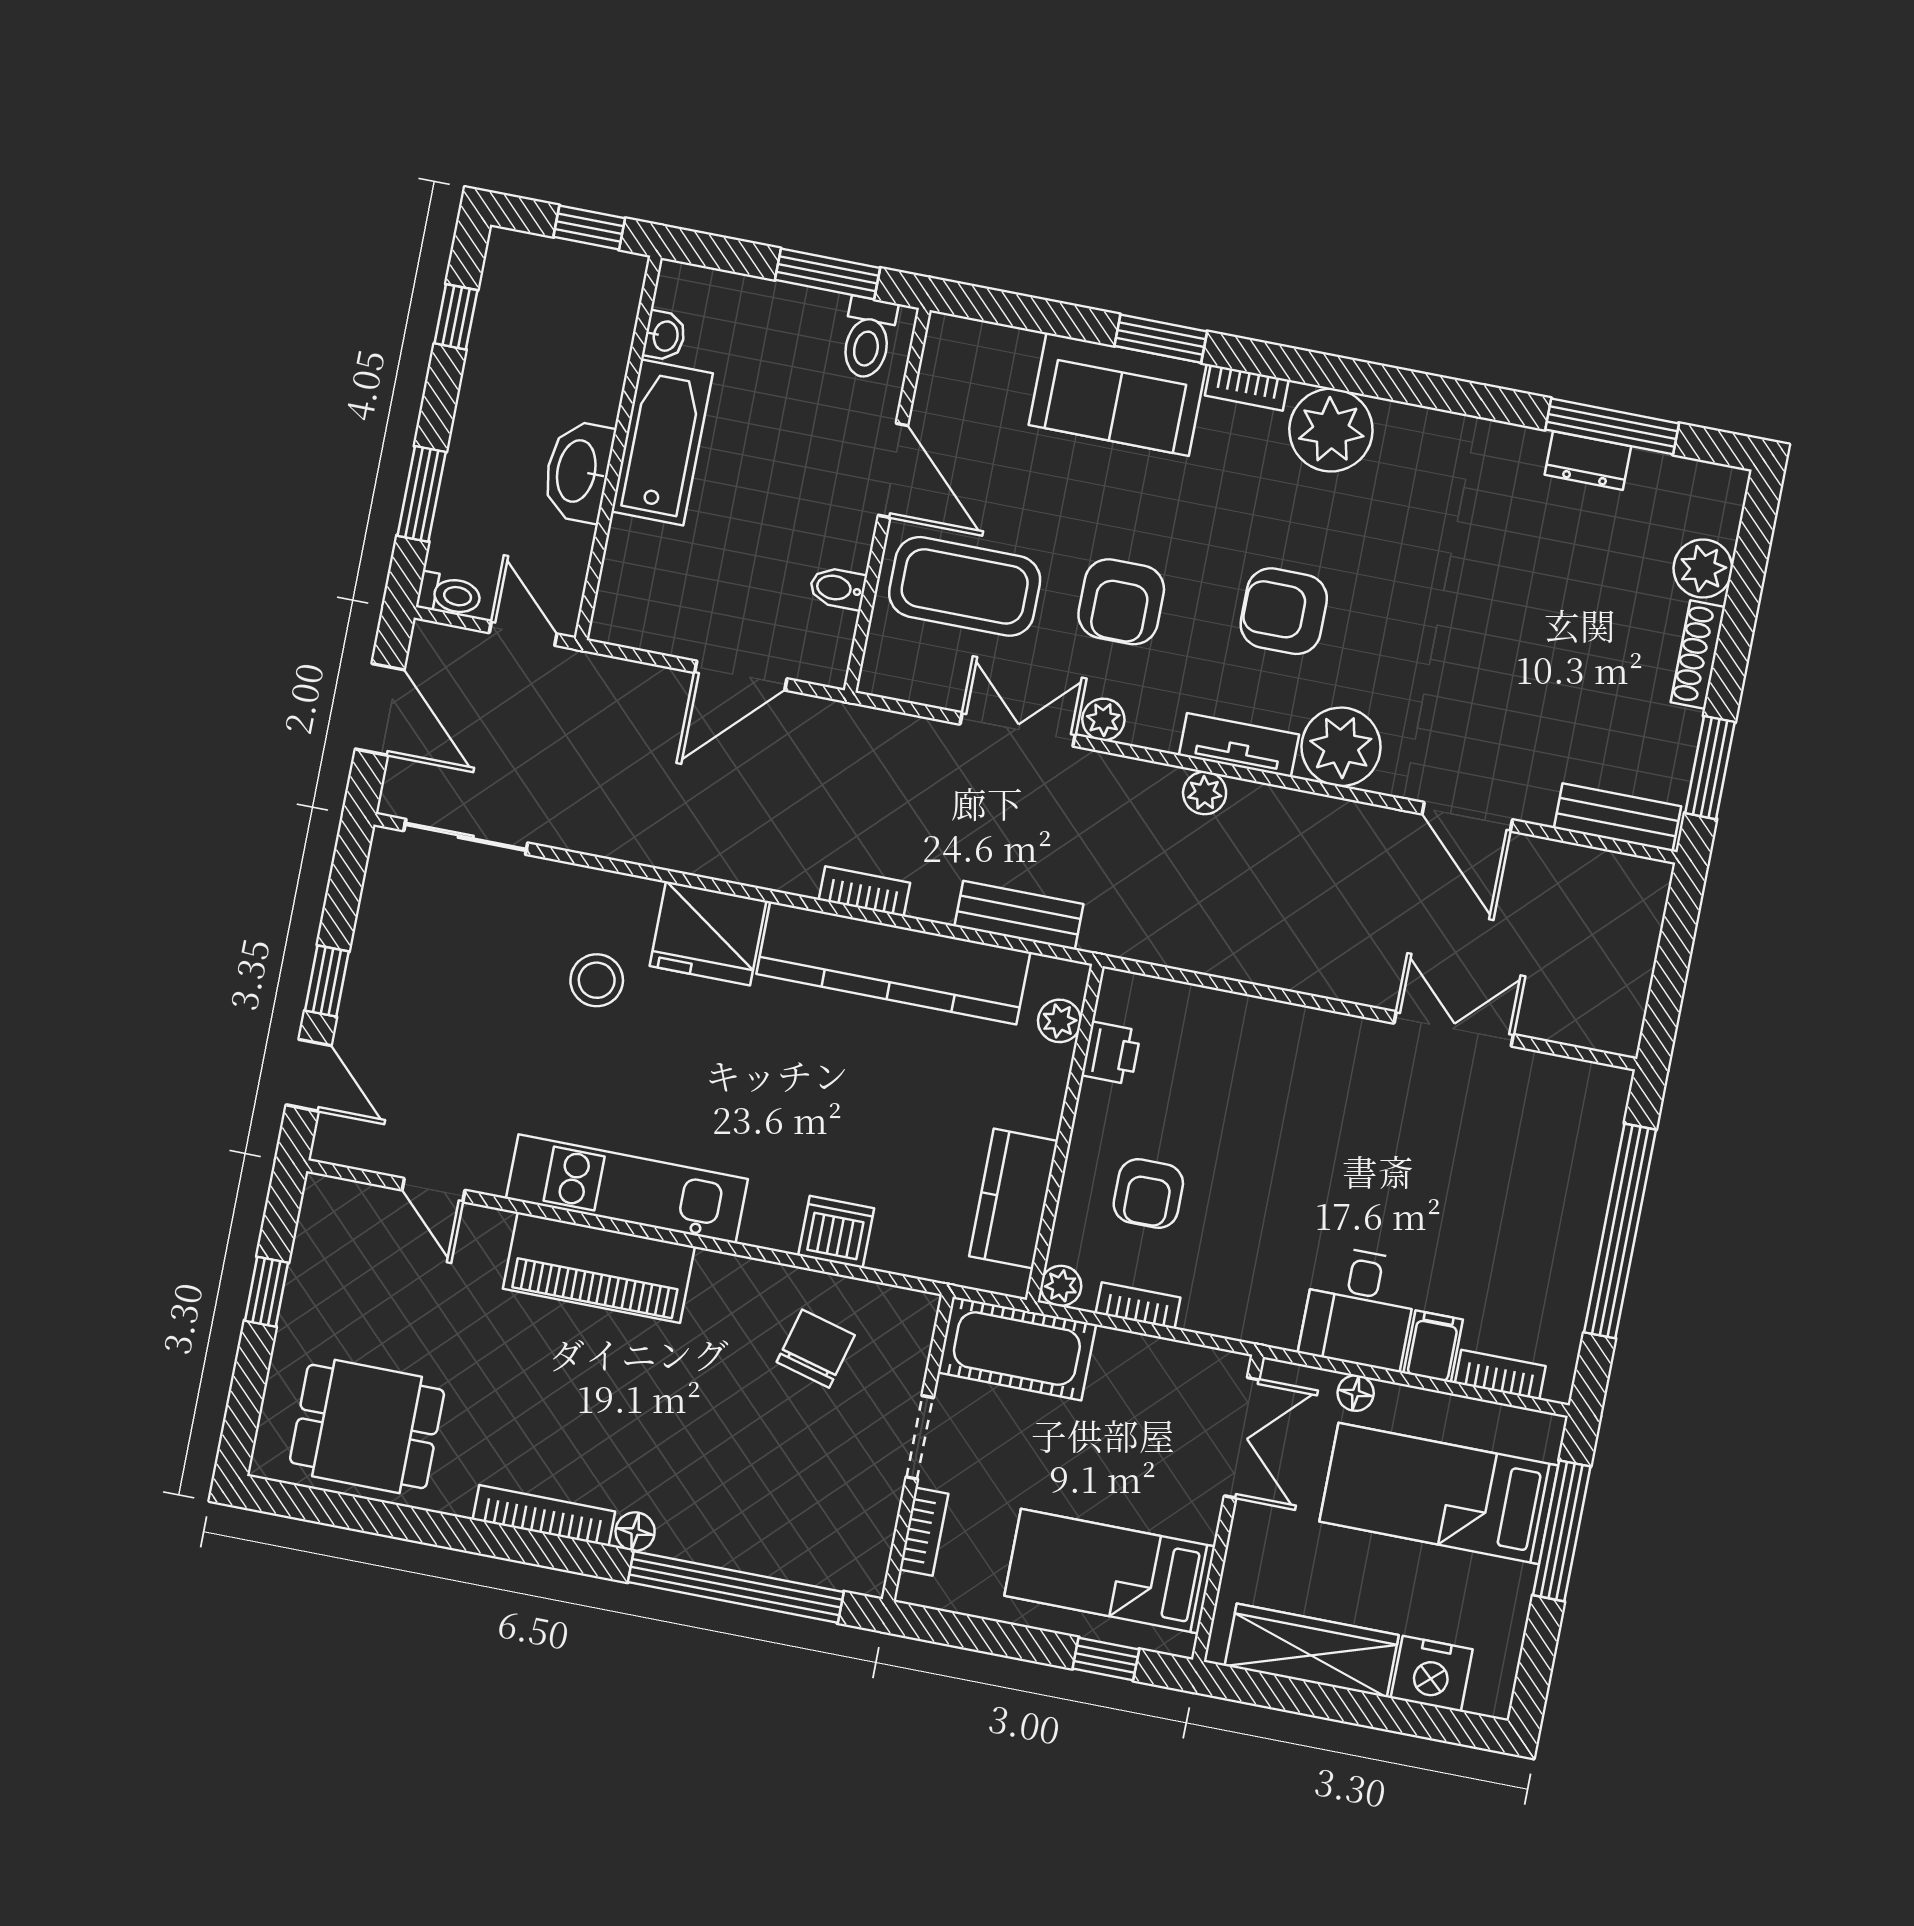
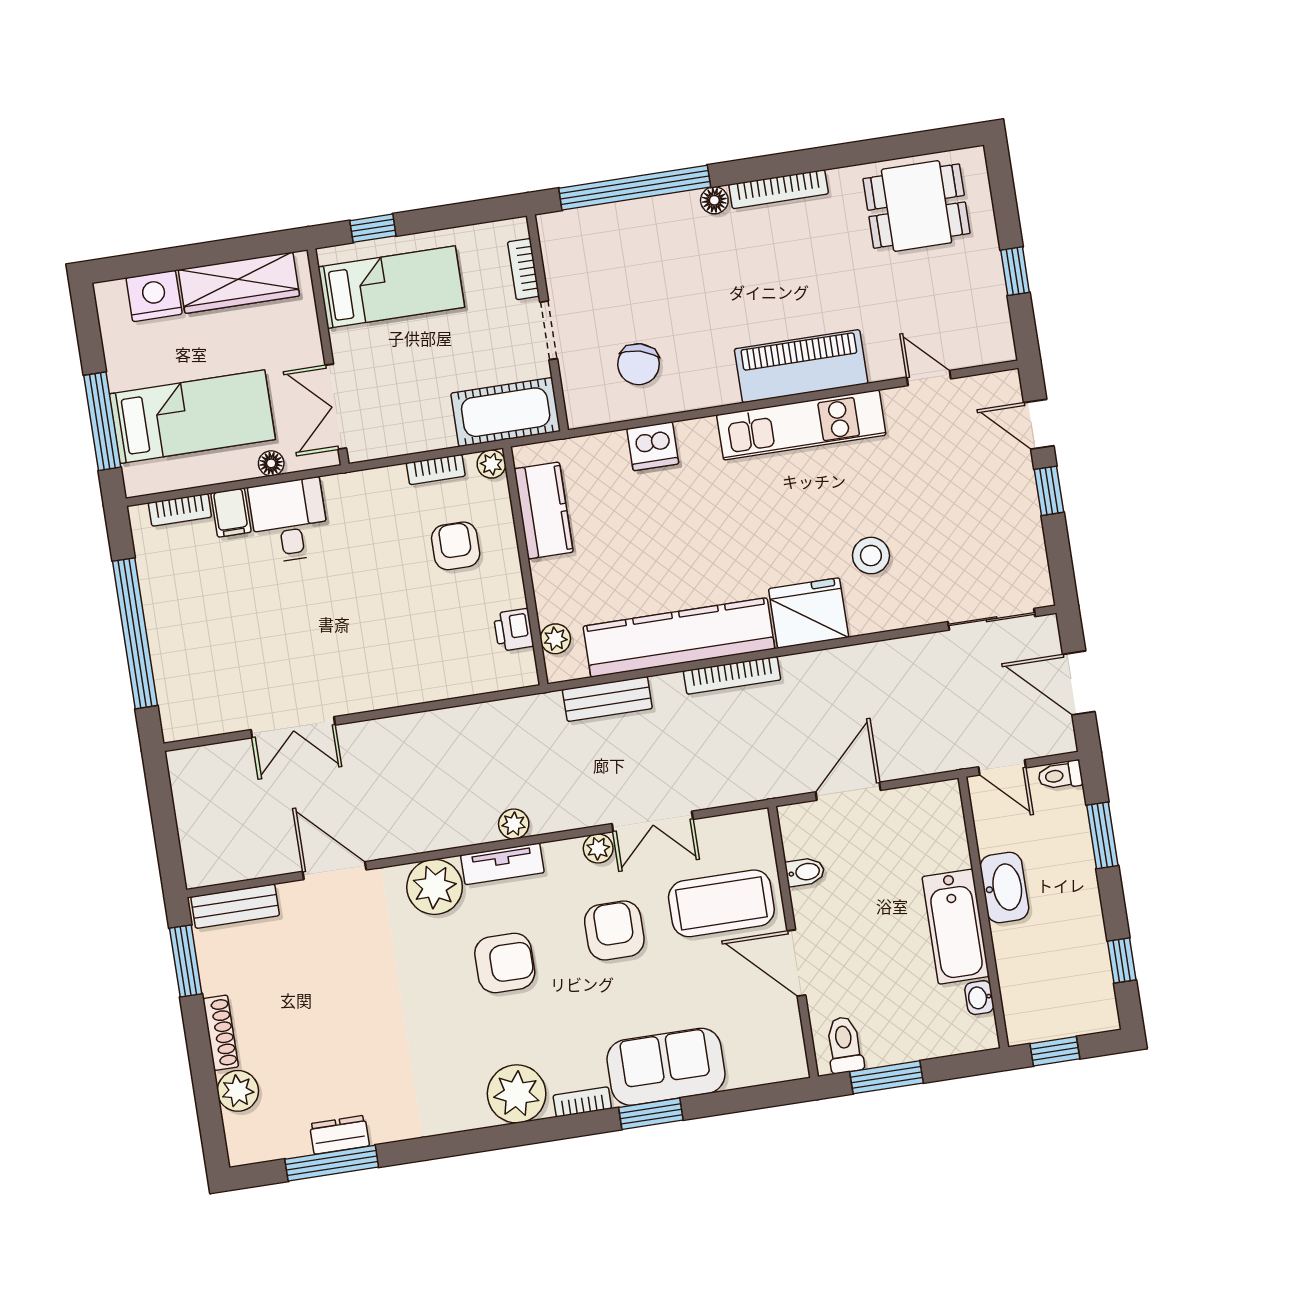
bookcase: (864, 891) -> (732, 675), width x1.56

